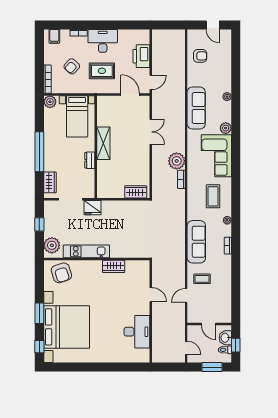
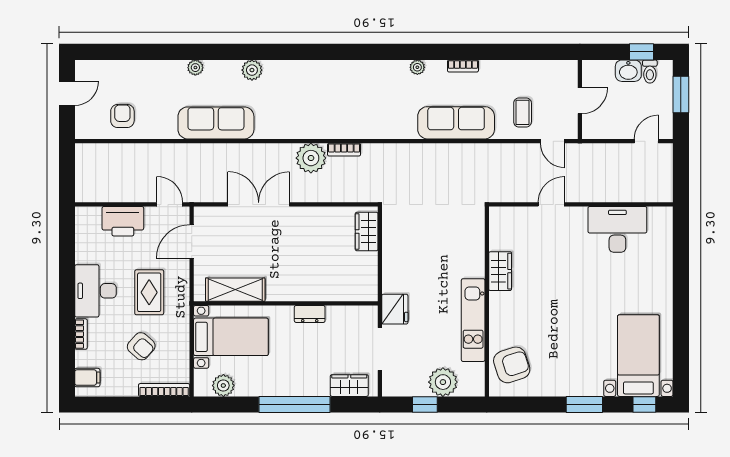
plant: (50, 102) -> (223, 385), moved
double door: (151, 132) -> (259, 204), width x1.37
shelving: (103, 143) -> (235, 290), moved
corner sofa: (216, 156) -> (302, 87), removed
coffee table: (213, 196) -> (375, 93), removed
plant: (52, 245) -> (443, 382), moved
door: (209, 324) -> (580, 101), moved
wall: (209, 324) -> (580, 99), moved
bed with nightstands: (67, 327) -> (638, 356), width x0.54

